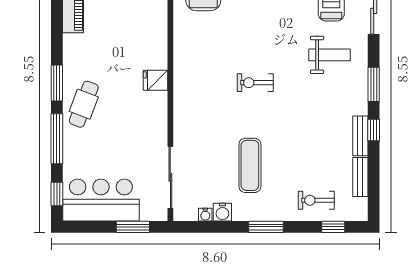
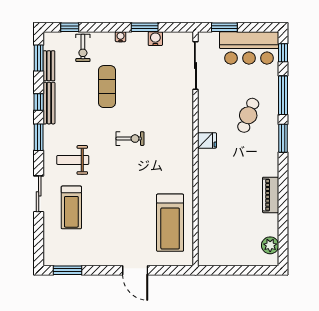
cafe table: (84, 104) -> (248, 115), moved
bench: (360, 136) -> (49, 103), width x1.36
exercise mat: (250, 165) -> (107, 87), moved
window: (374, 187) -> (39, 58), added
exercise bike: (316, 200) -> (83, 48), turned 90
water cooler: (205, 215) -> (121, 37), moved
window: (266, 227) -> (145, 27), moved

